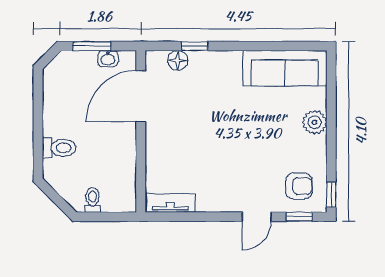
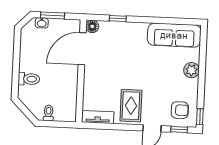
washbasin: (108, 59) -> (42, 23), moved
floor lamp: (178, 60) -> (92, 26), moved
rug: (222, 182) -> (131, 106), added

